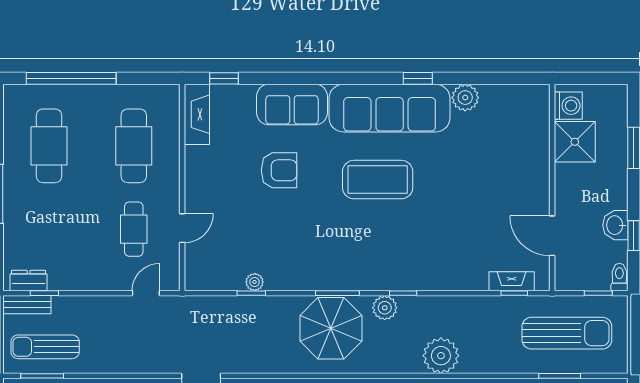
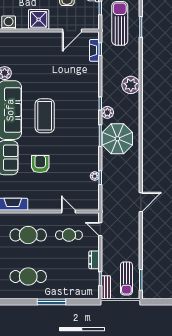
shower: (575, 142) -> (39, 19), moved
dresser: (29, 281) -> (94, 260), moved

